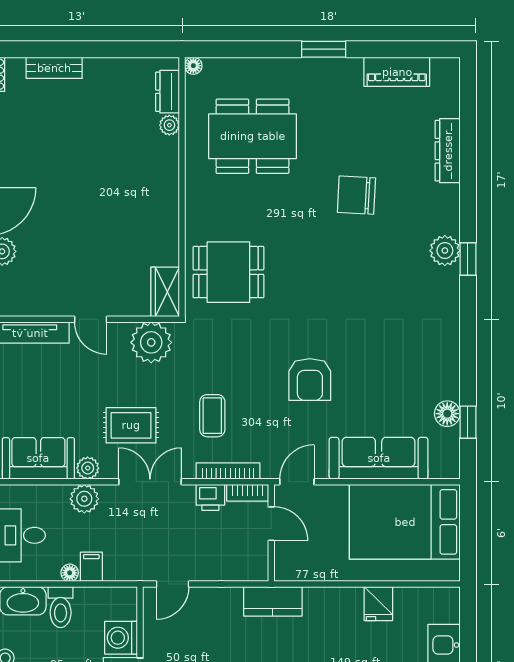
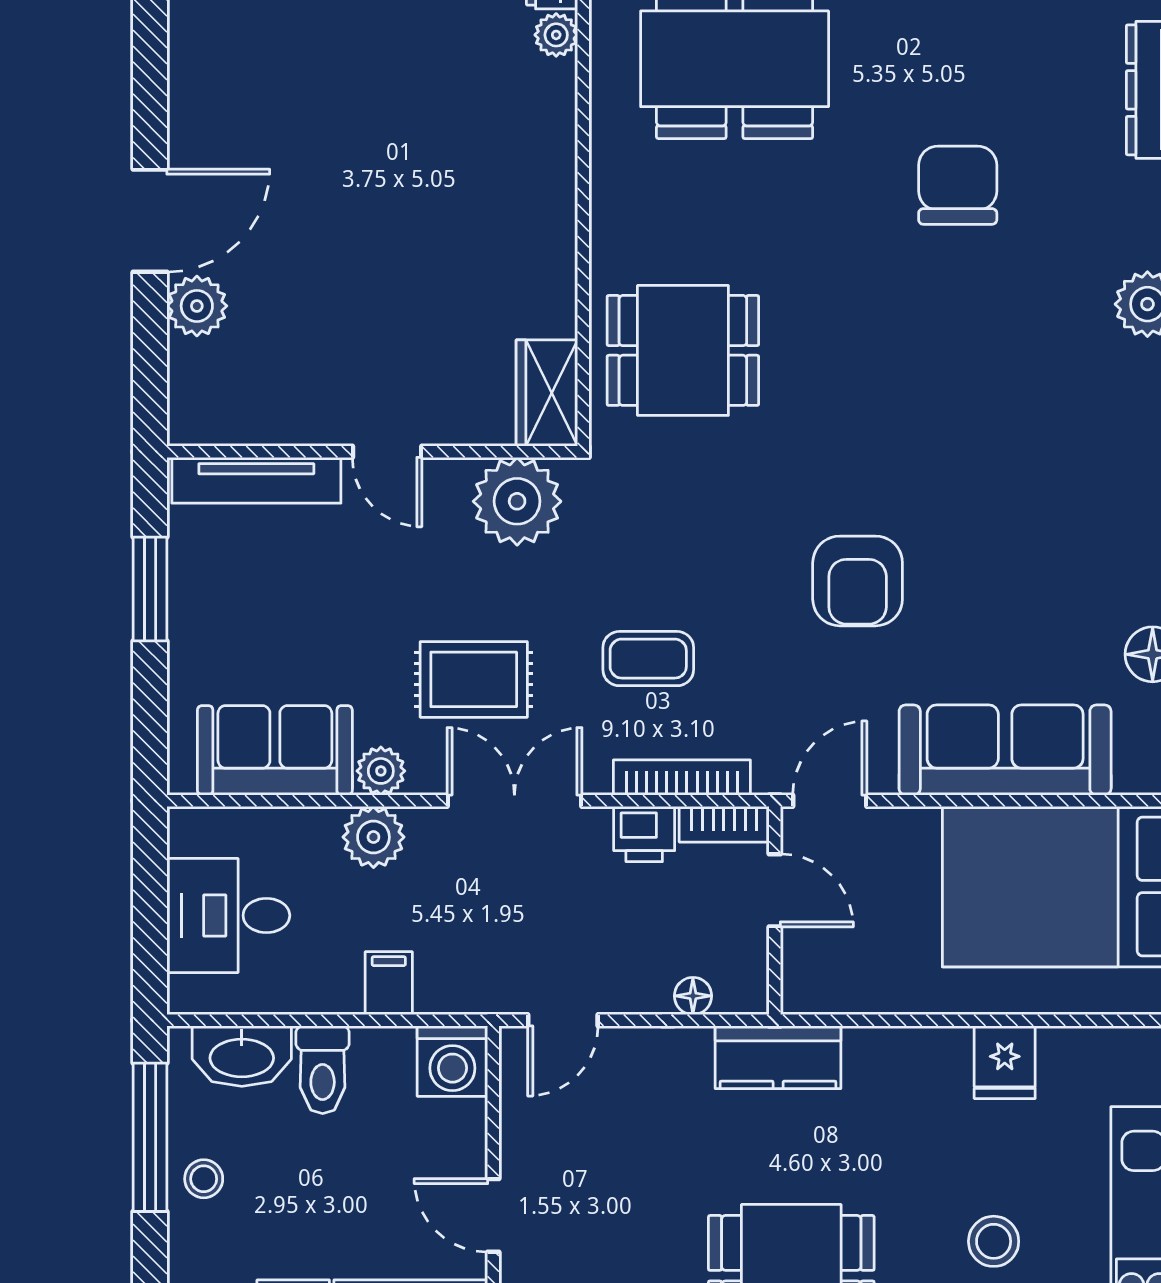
chair: (356, 195) -> (958, 185), turned 87
coffee table: (212, 416) -> (648, 659), turned 90
floor lamp: (70, 573) -> (693, 996), moved
washing machine: (121, 638) -> (452, 1061), moved, turned -90

